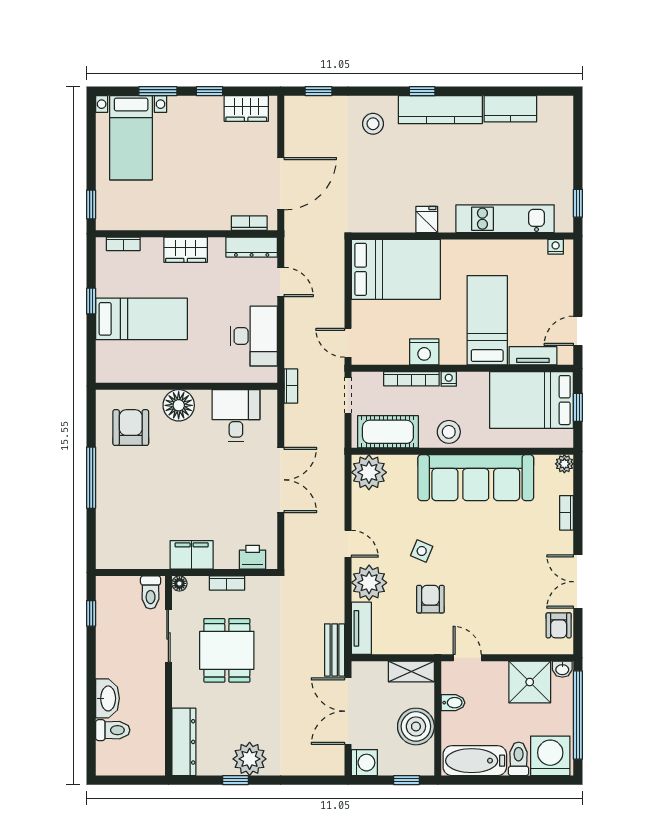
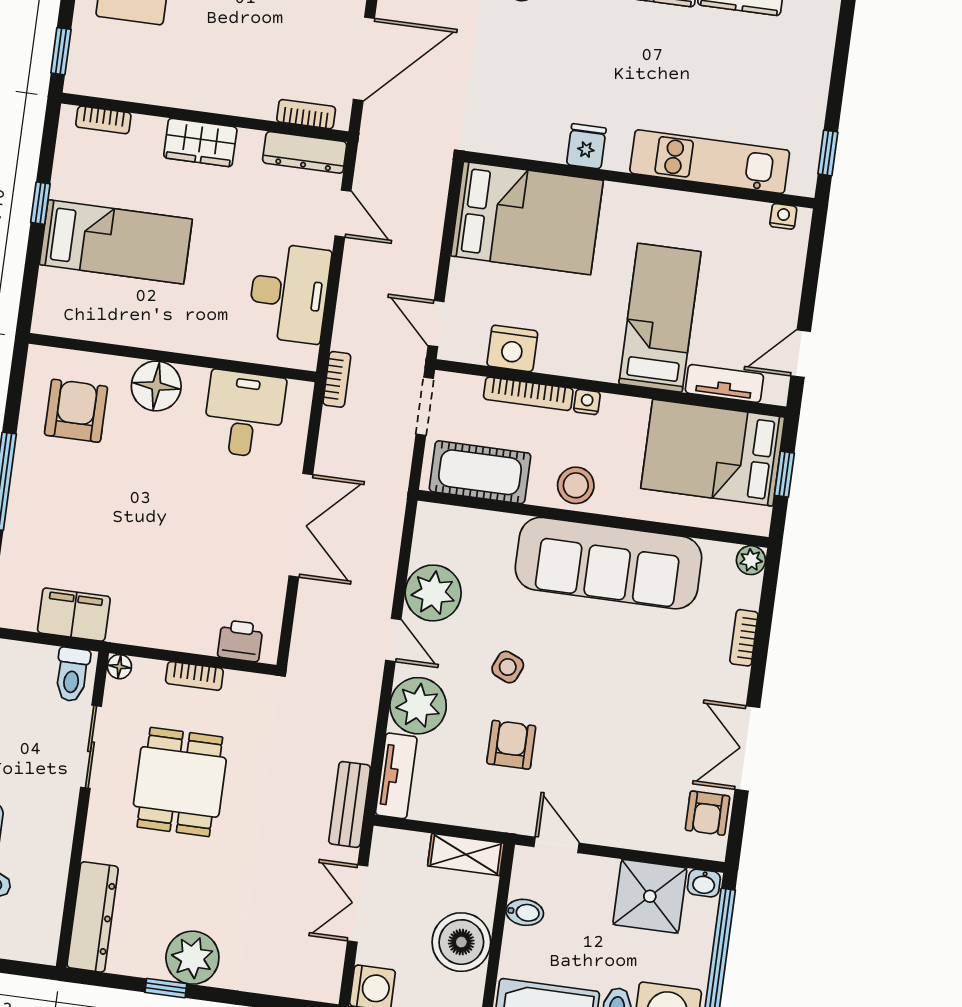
nightstand: (424, 352) -> (512, 348), moved
plant: (369, 472) -> (433, 593), moved
filing cabinet: (192, 555) -> (74, 615), moved
double door: (348, 711) -> (358, 903), width x0.73

